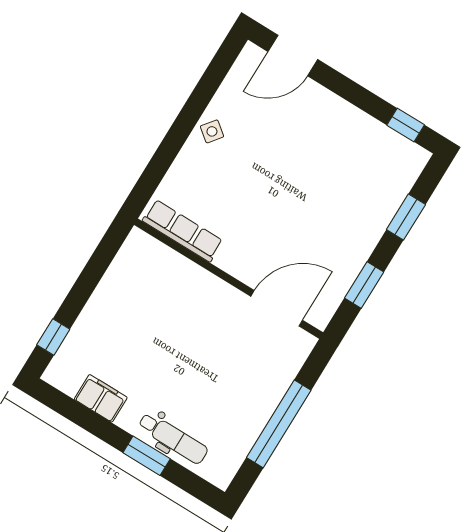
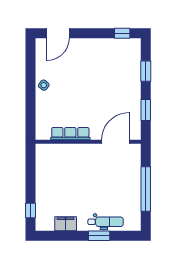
row of seats: (183, 231) -> (70, 134), moved

